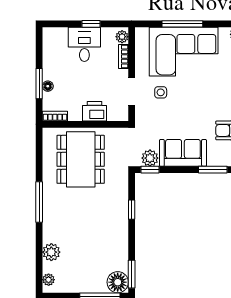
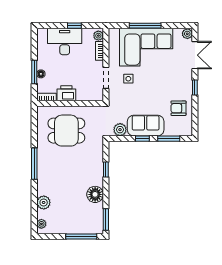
desk: (84, 44) -> (65, 41), width x1.37
printer: (95, 111) -> (66, 93), moved
dining table: (81, 159) -> (66, 131), width x0.73
window: (150, 170) -> (142, 139), moved
floor lamp: (118, 282) -> (95, 194), moved

